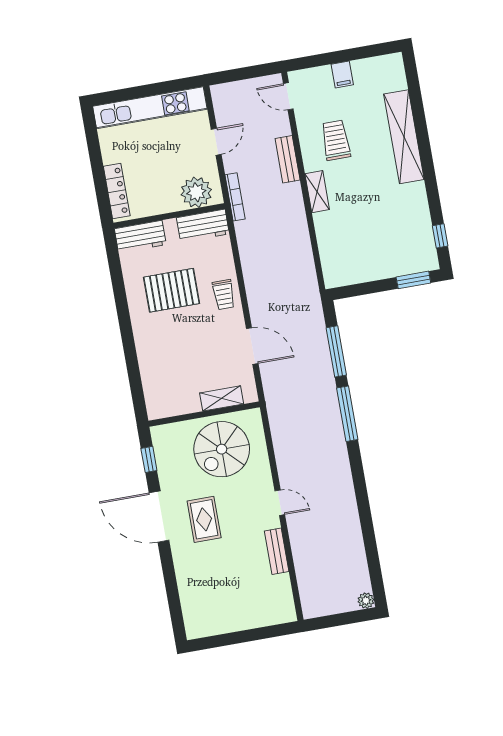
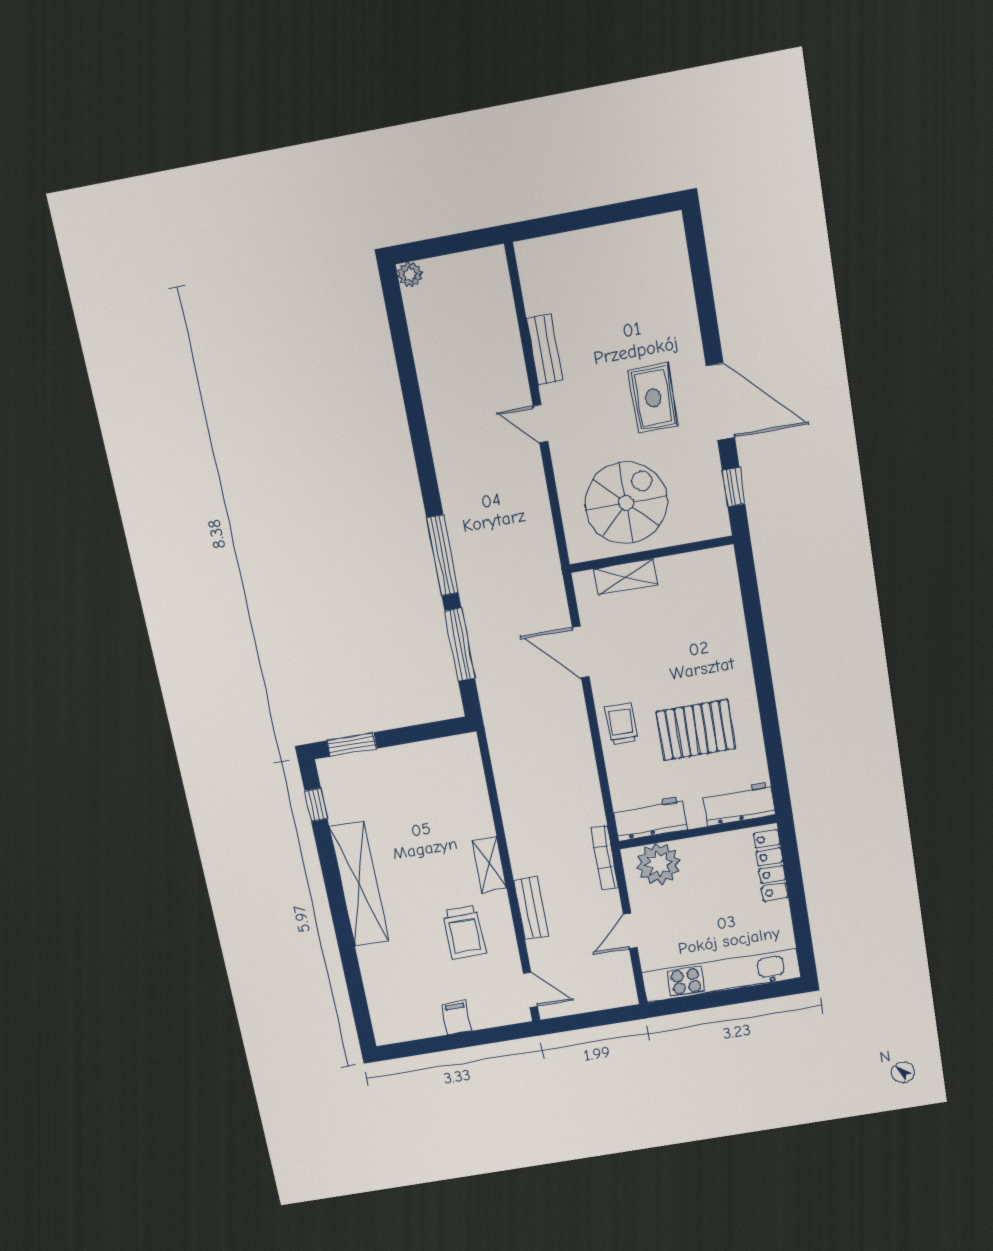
shelving: (404, 137) -> (359, 884), moved

